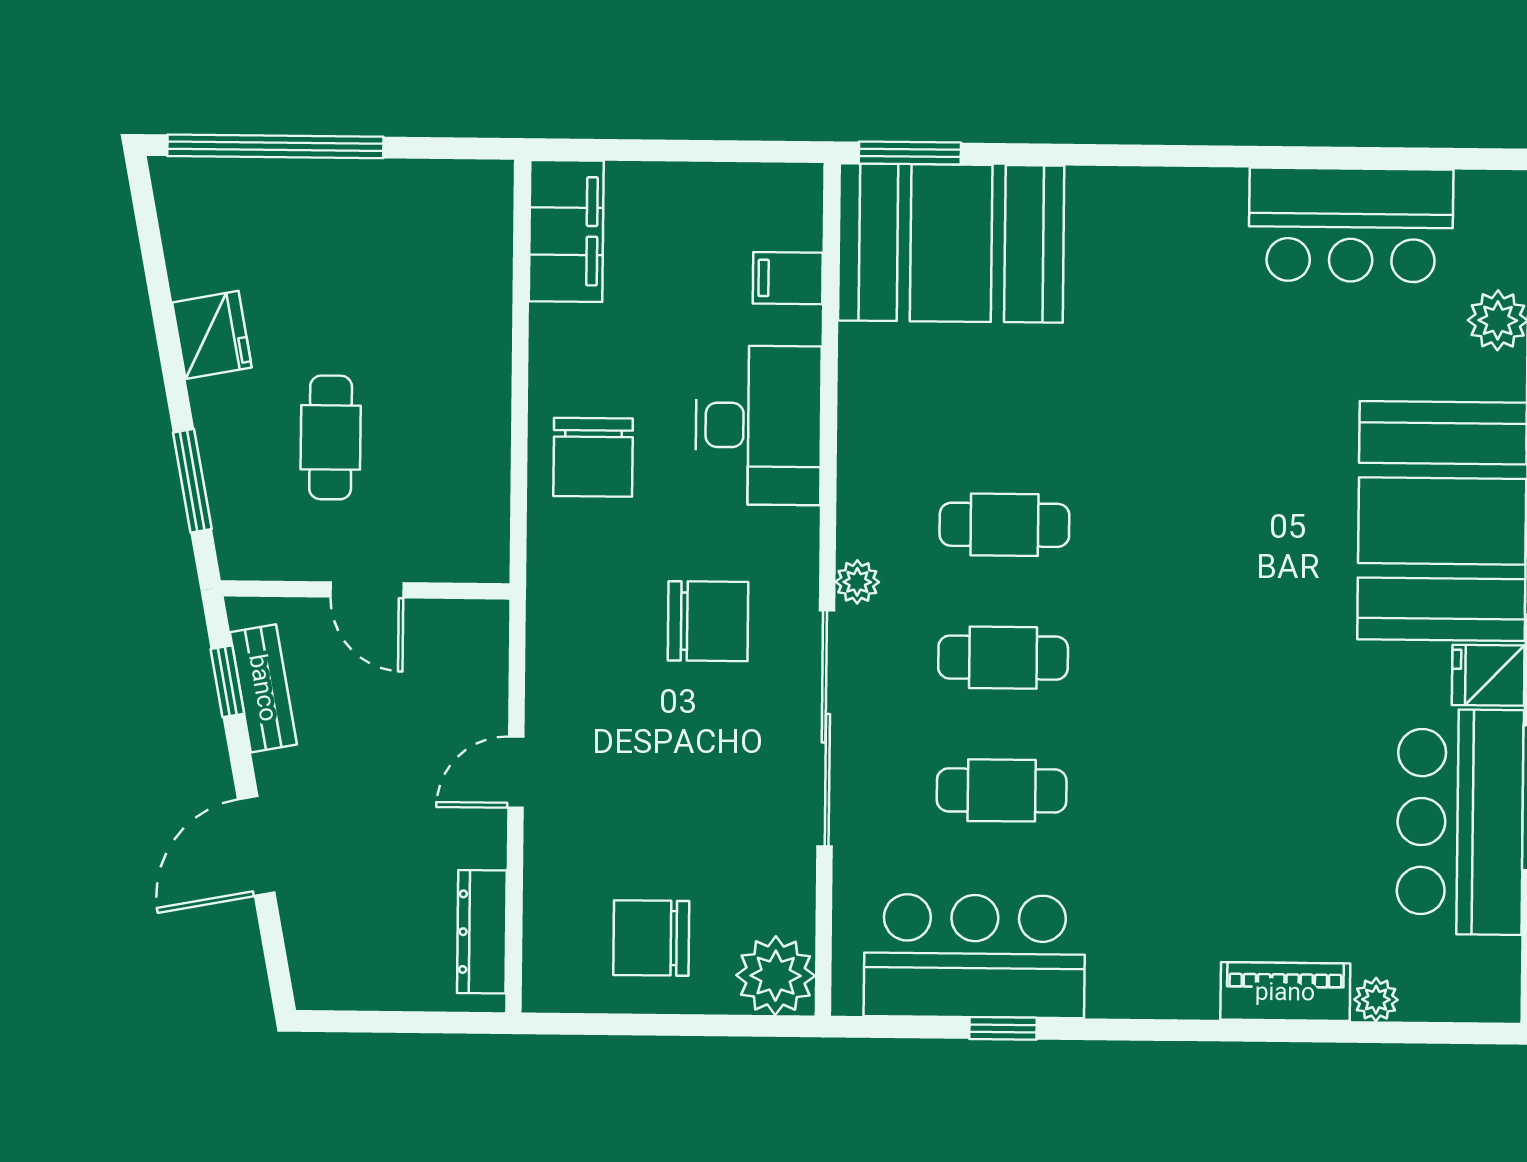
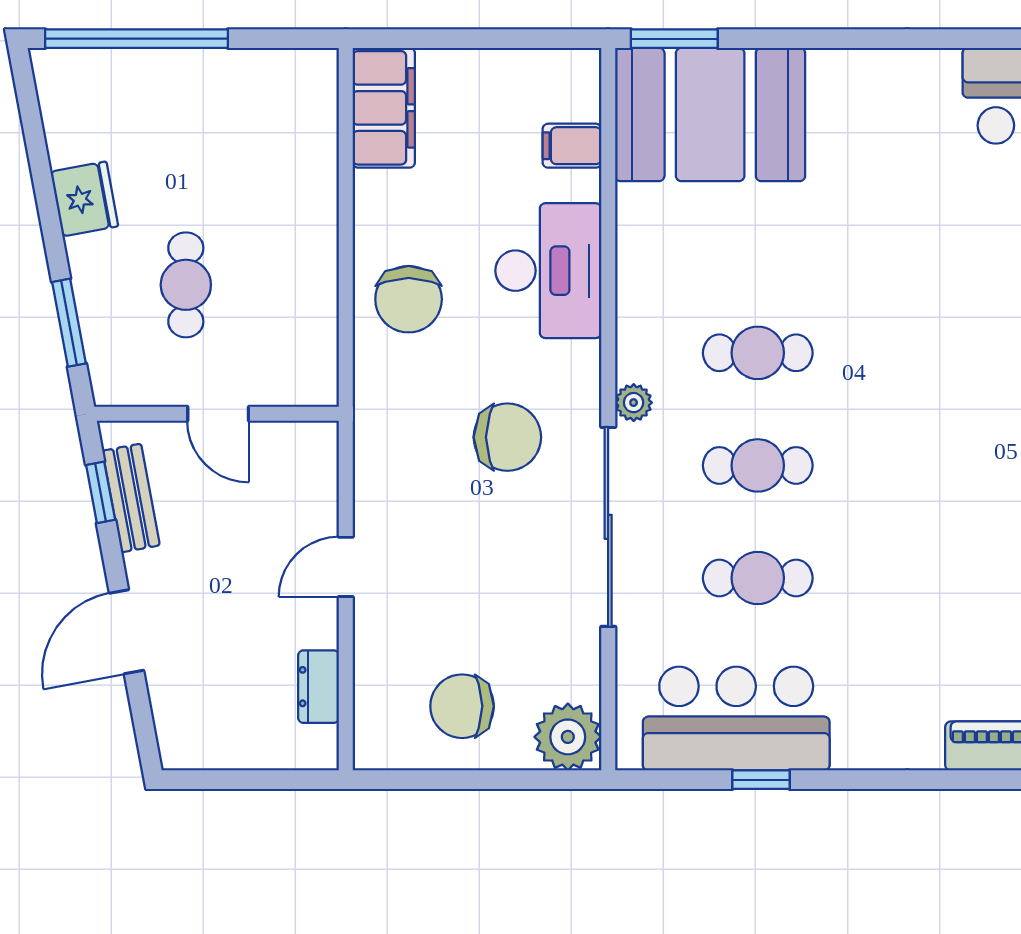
dresser: (482, 932) -> (318, 687), width x0.70

